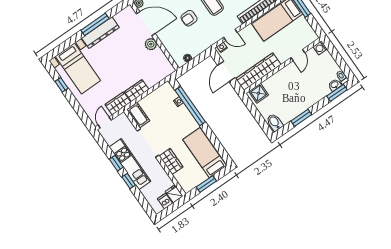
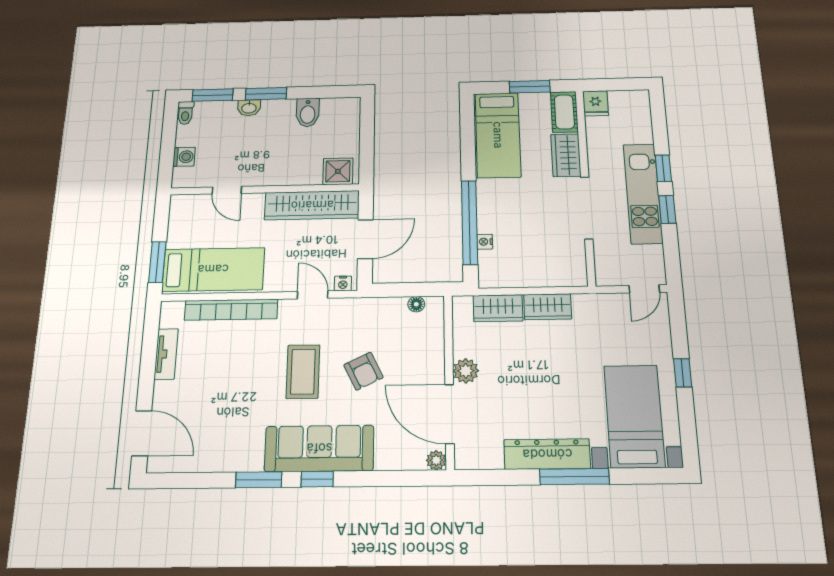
armchair: (189, 18) -> (363, 371), turned 64
window: (95, 24) -> (574, 477), moved
washing machine: (320, 48) -> (184, 157), moved
door: (298, 55) -> (227, 190), swing flipped
window: (62, 85) -> (683, 373), moved
washbasin: (335, 85) -> (249, 108), moved
wardrobe: (118, 103) -> (498, 308), moved
cot: (138, 115) -> (564, 112), moved
window: (301, 118) -> (266, 94), moved
bidet: (275, 122) -> (308, 113), moved
dishwasher: (165, 201) -> (619, 101), removed

